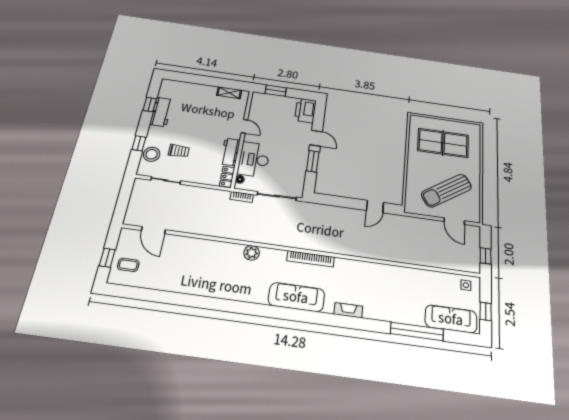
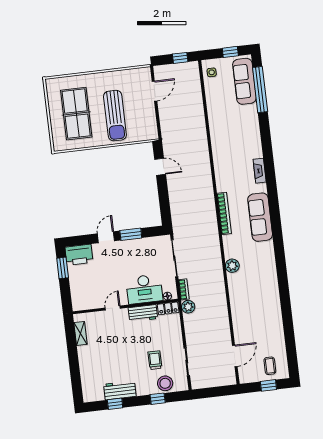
window: (276, 91) -> (63, 268), moved
sun lounger: (447, 191) -> (115, 116), moved, turned 33
plant: (222, 197) -> (188, 307), added
window: (417, 331) -> (260, 90), moved

